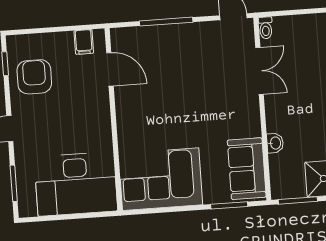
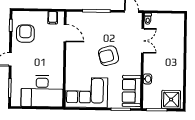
armchair: (197, 105) -> (109, 56), added

